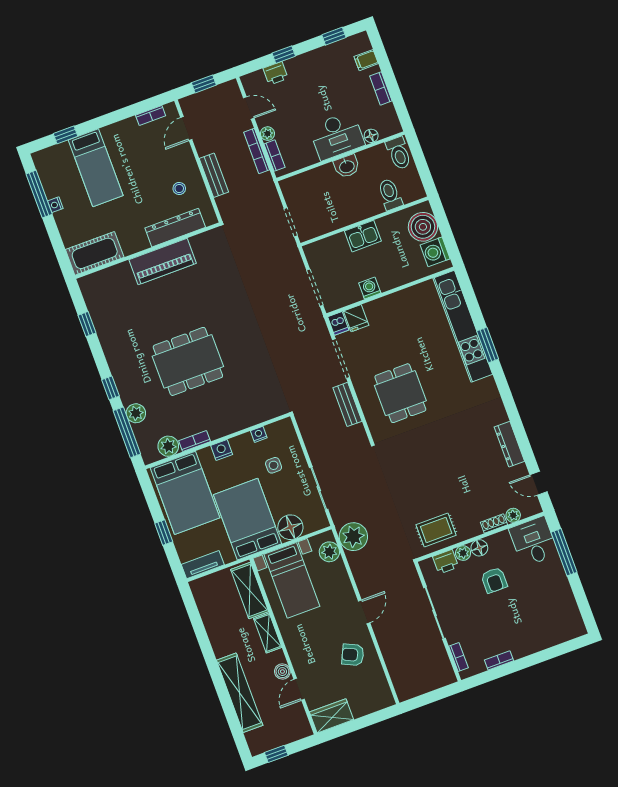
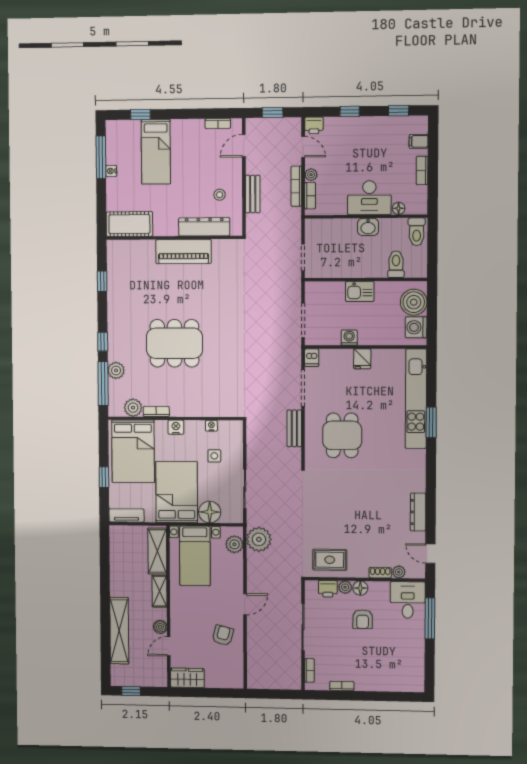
printer: (276, 73) -> (314, 125), moved
fridge: (356, 318) -> (362, 359), moved
armchair: (353, 655) -> (223, 635), turned 80

